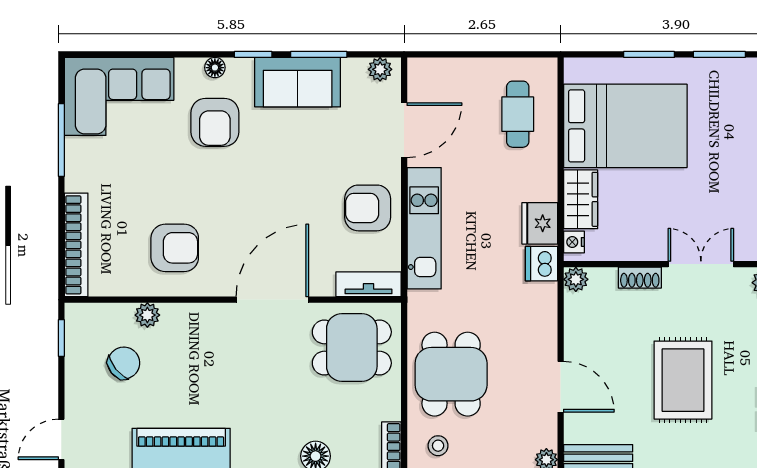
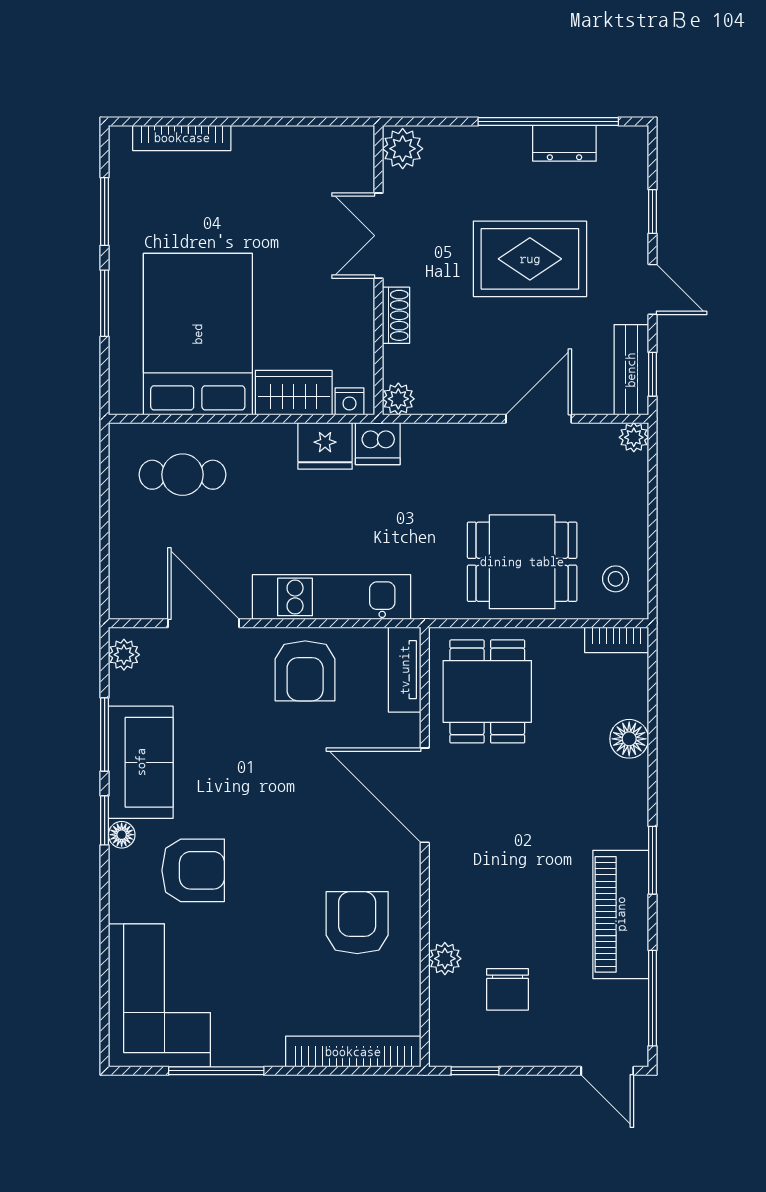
floor lamp: (215, 68) -> (122, 835), moved
chair: (124, 363) -> (507, 989), turned -141

